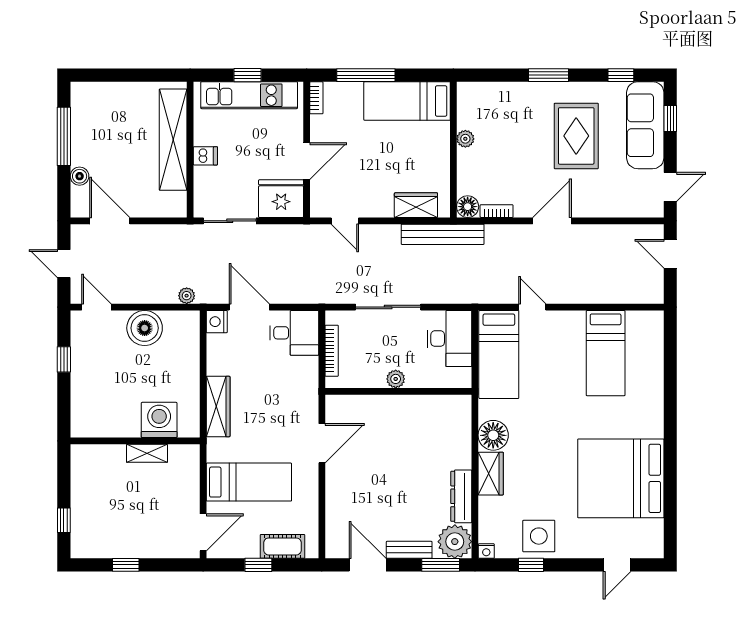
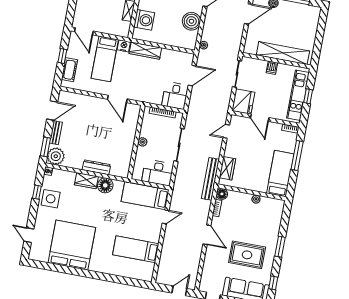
nightstand: (217, 322) -> (124, 46), moved
dresser: (461, 496) -> (96, 167), moved

